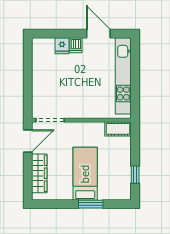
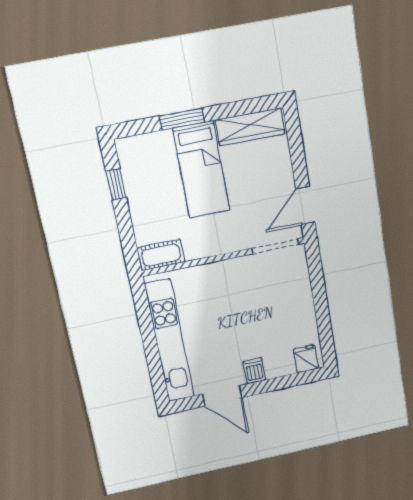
fridge: (62, 46) -> (306, 359), moved
wardrobe: (39, 173) -> (250, 127), moved, turned -90

